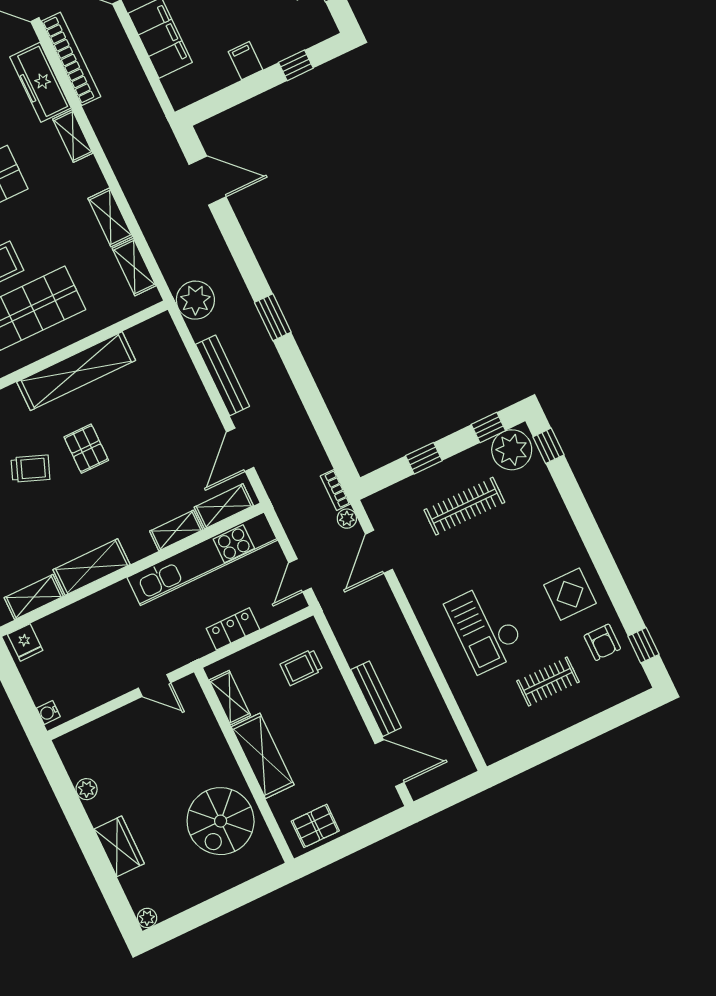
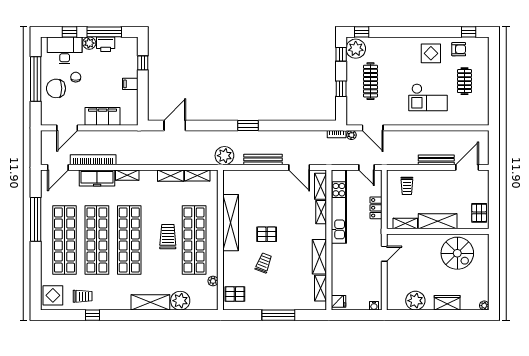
plant: (87, 789) -> (415, 301), width x1.88, depth x1.88

